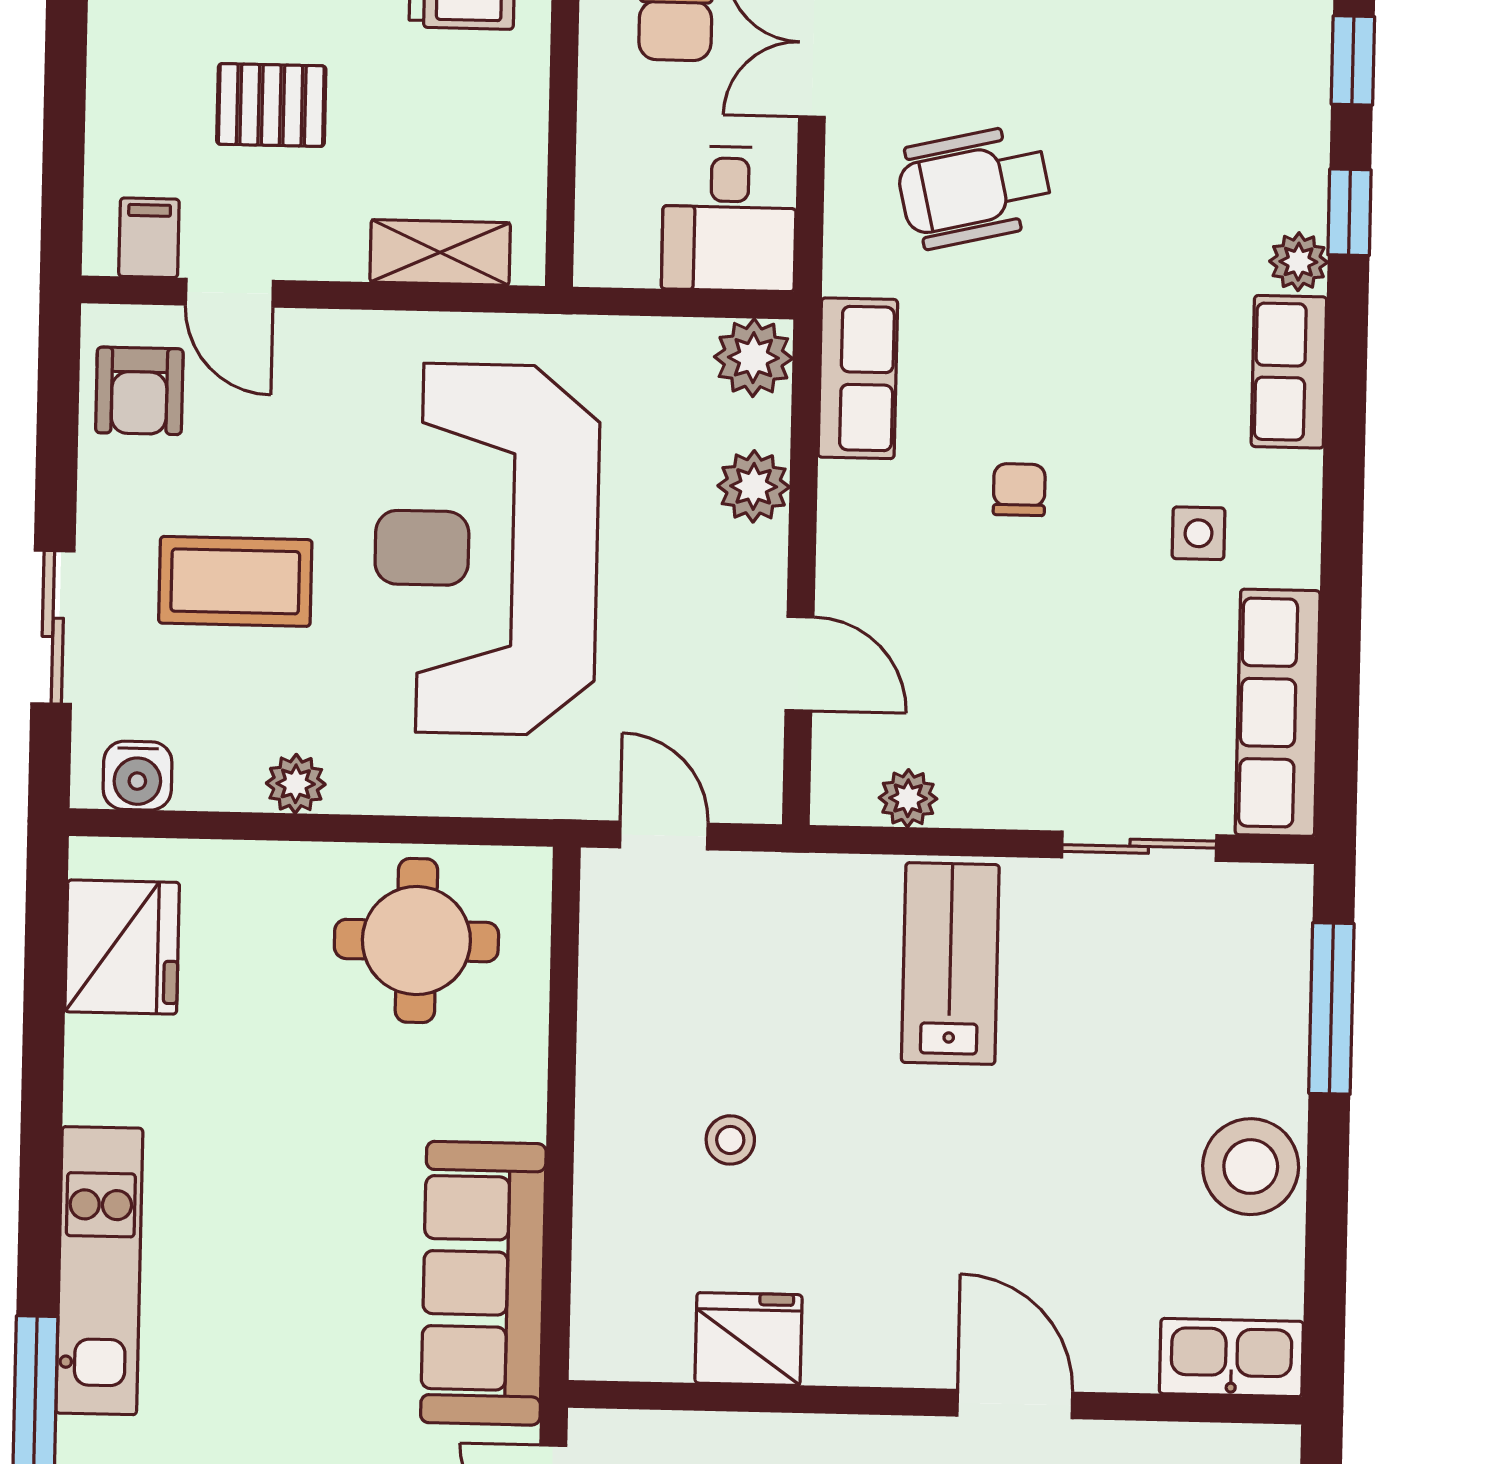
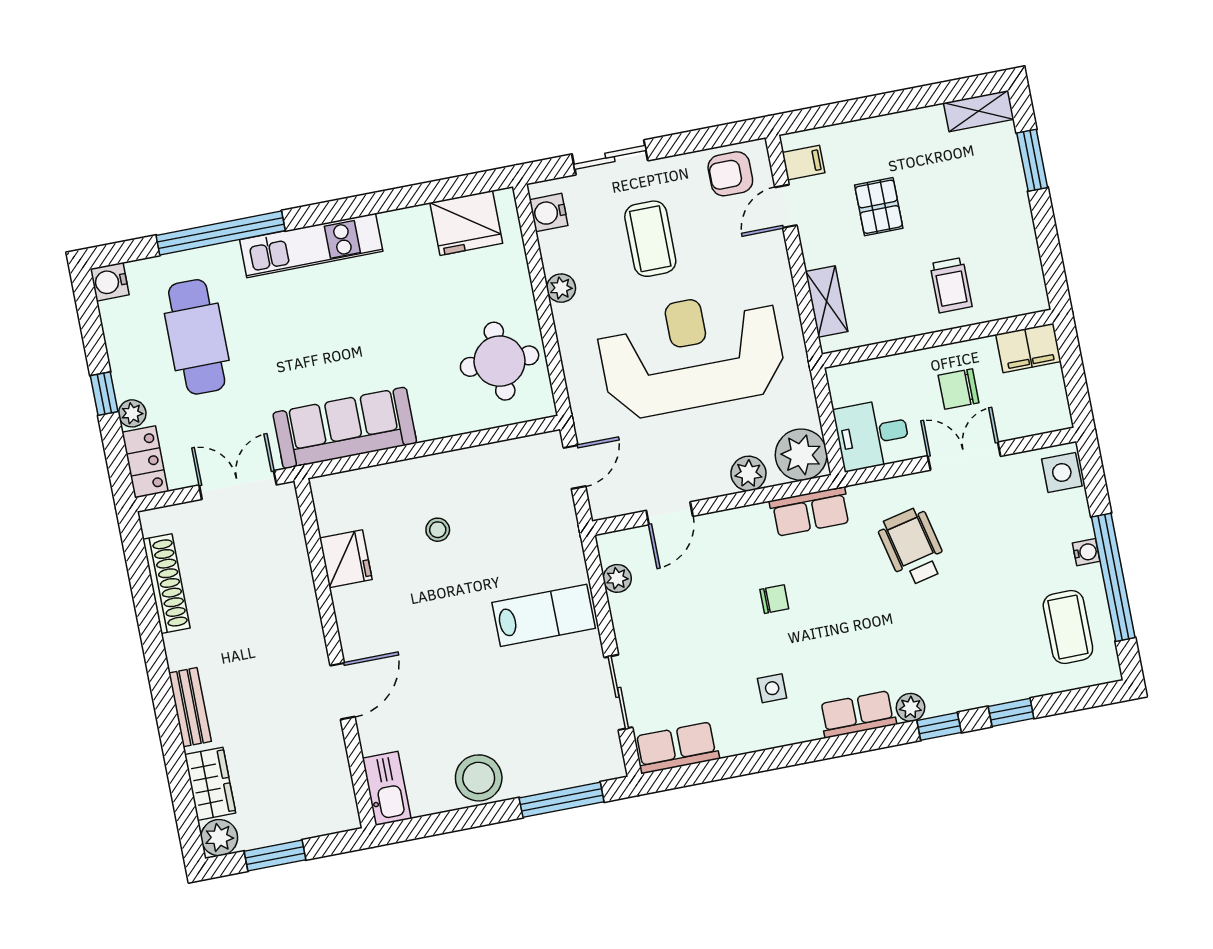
plant: (753, 358) -> (801, 455), width x1.36, depth x1.36
row of seats: (1278, 713) -> (677, 748), width x0.68

